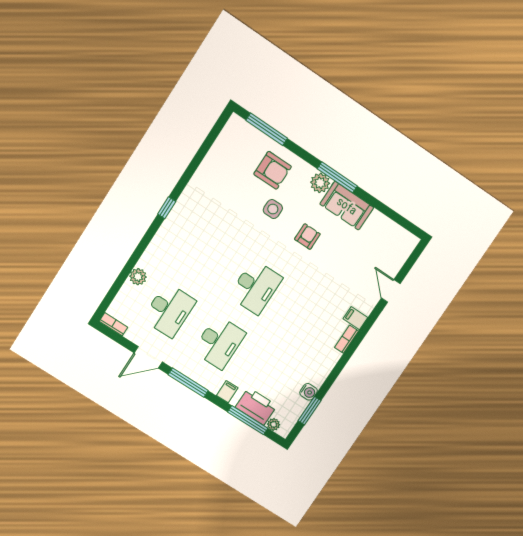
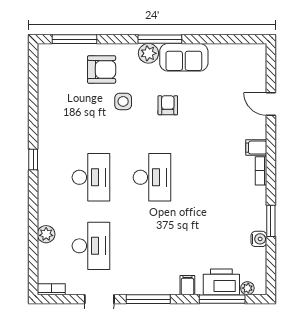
desk: (219, 342) -> (91, 177), moved
window: (309, 411) -> (271, 221), moved

